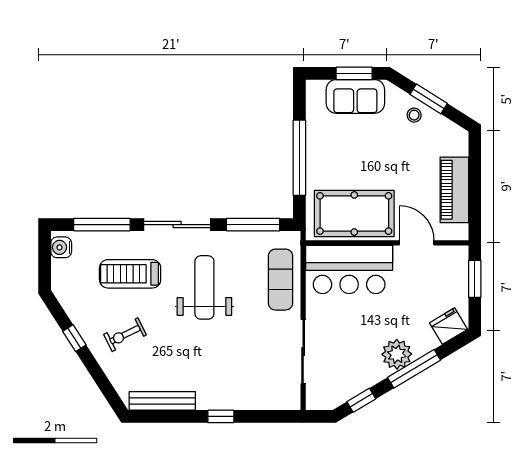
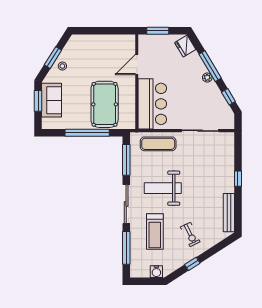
piano: (454, 190) -> (106, 43), removed
pool table: (354, 213) -> (105, 104), moved
water cooler: (61, 247) -> (156, 272), moved
plant: (397, 354) -> (207, 78), width x0.53, depth x0.53

